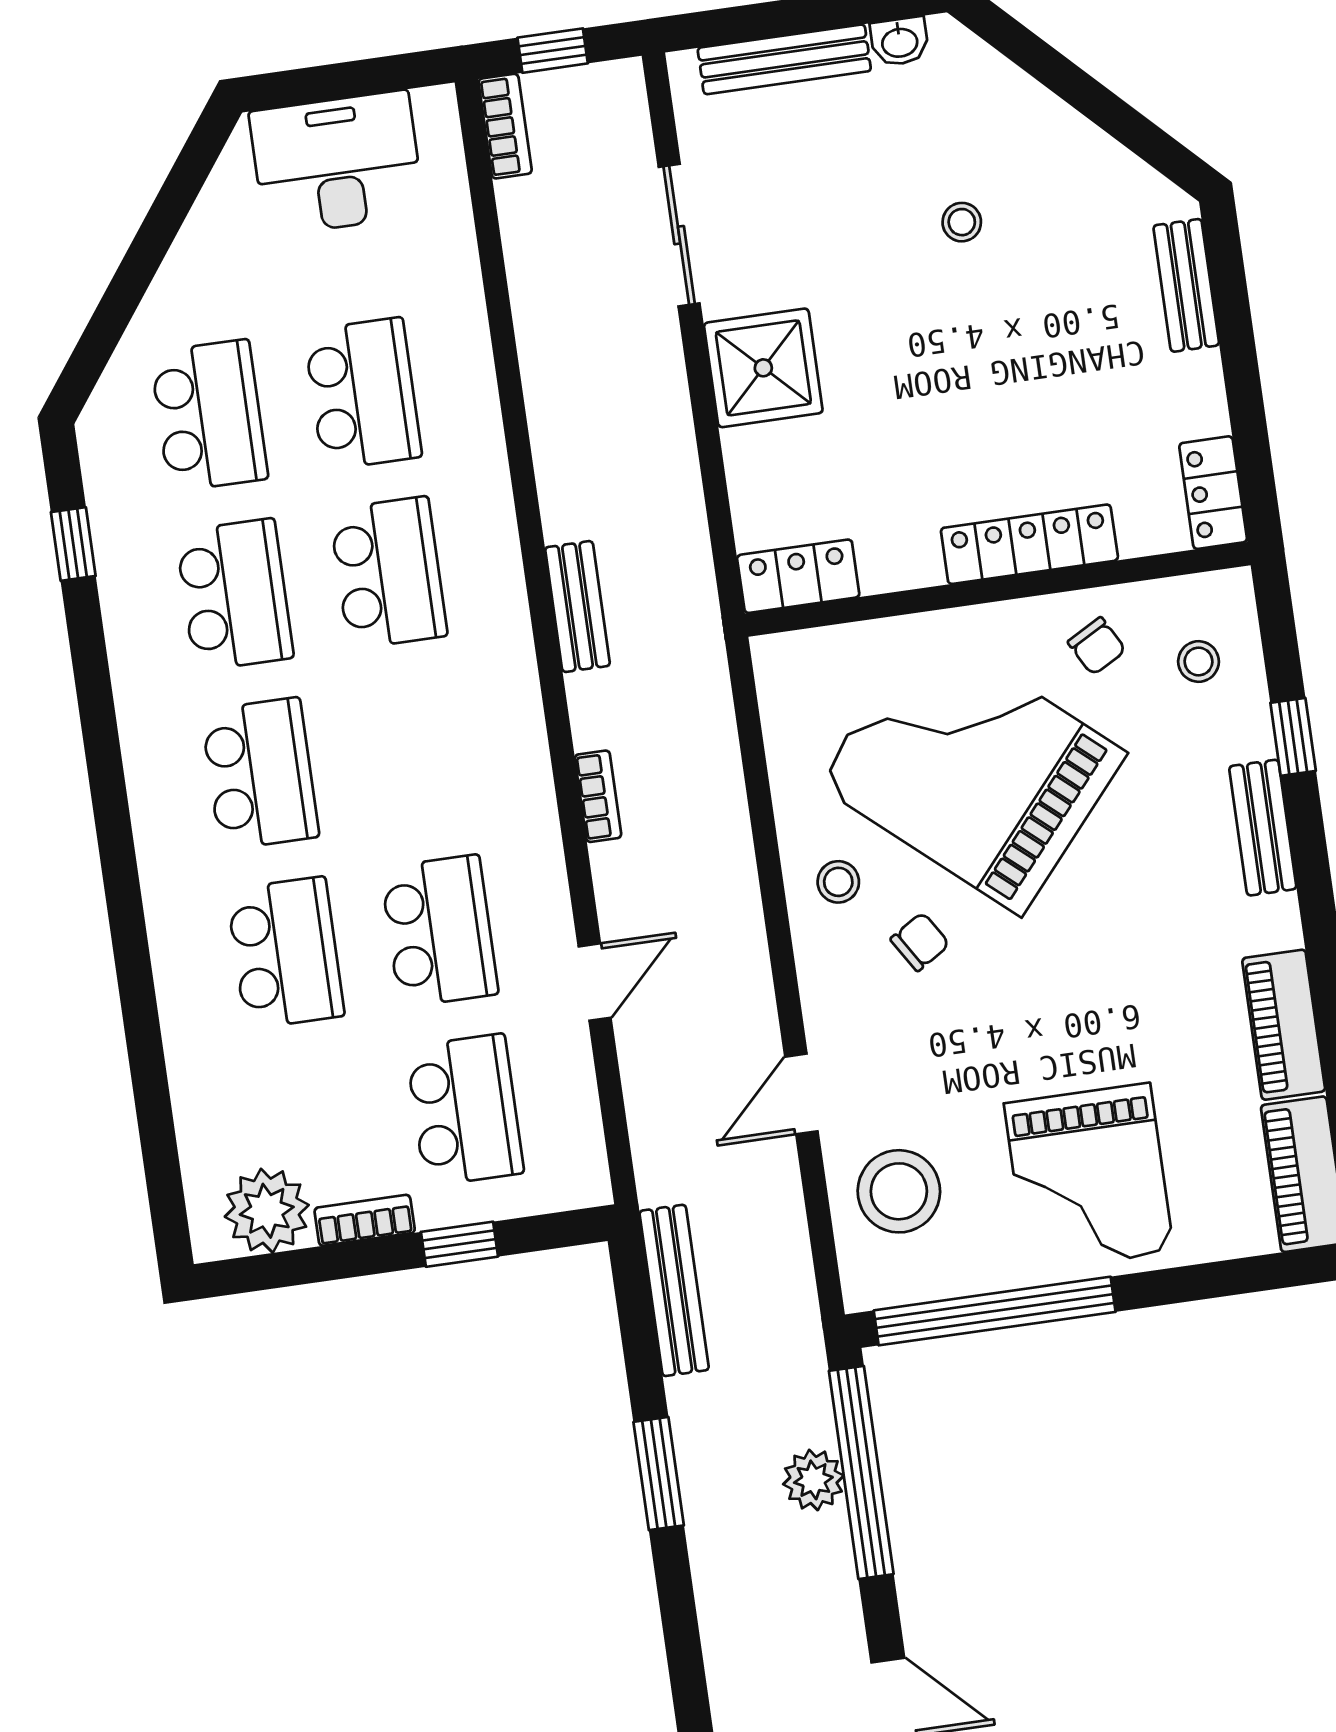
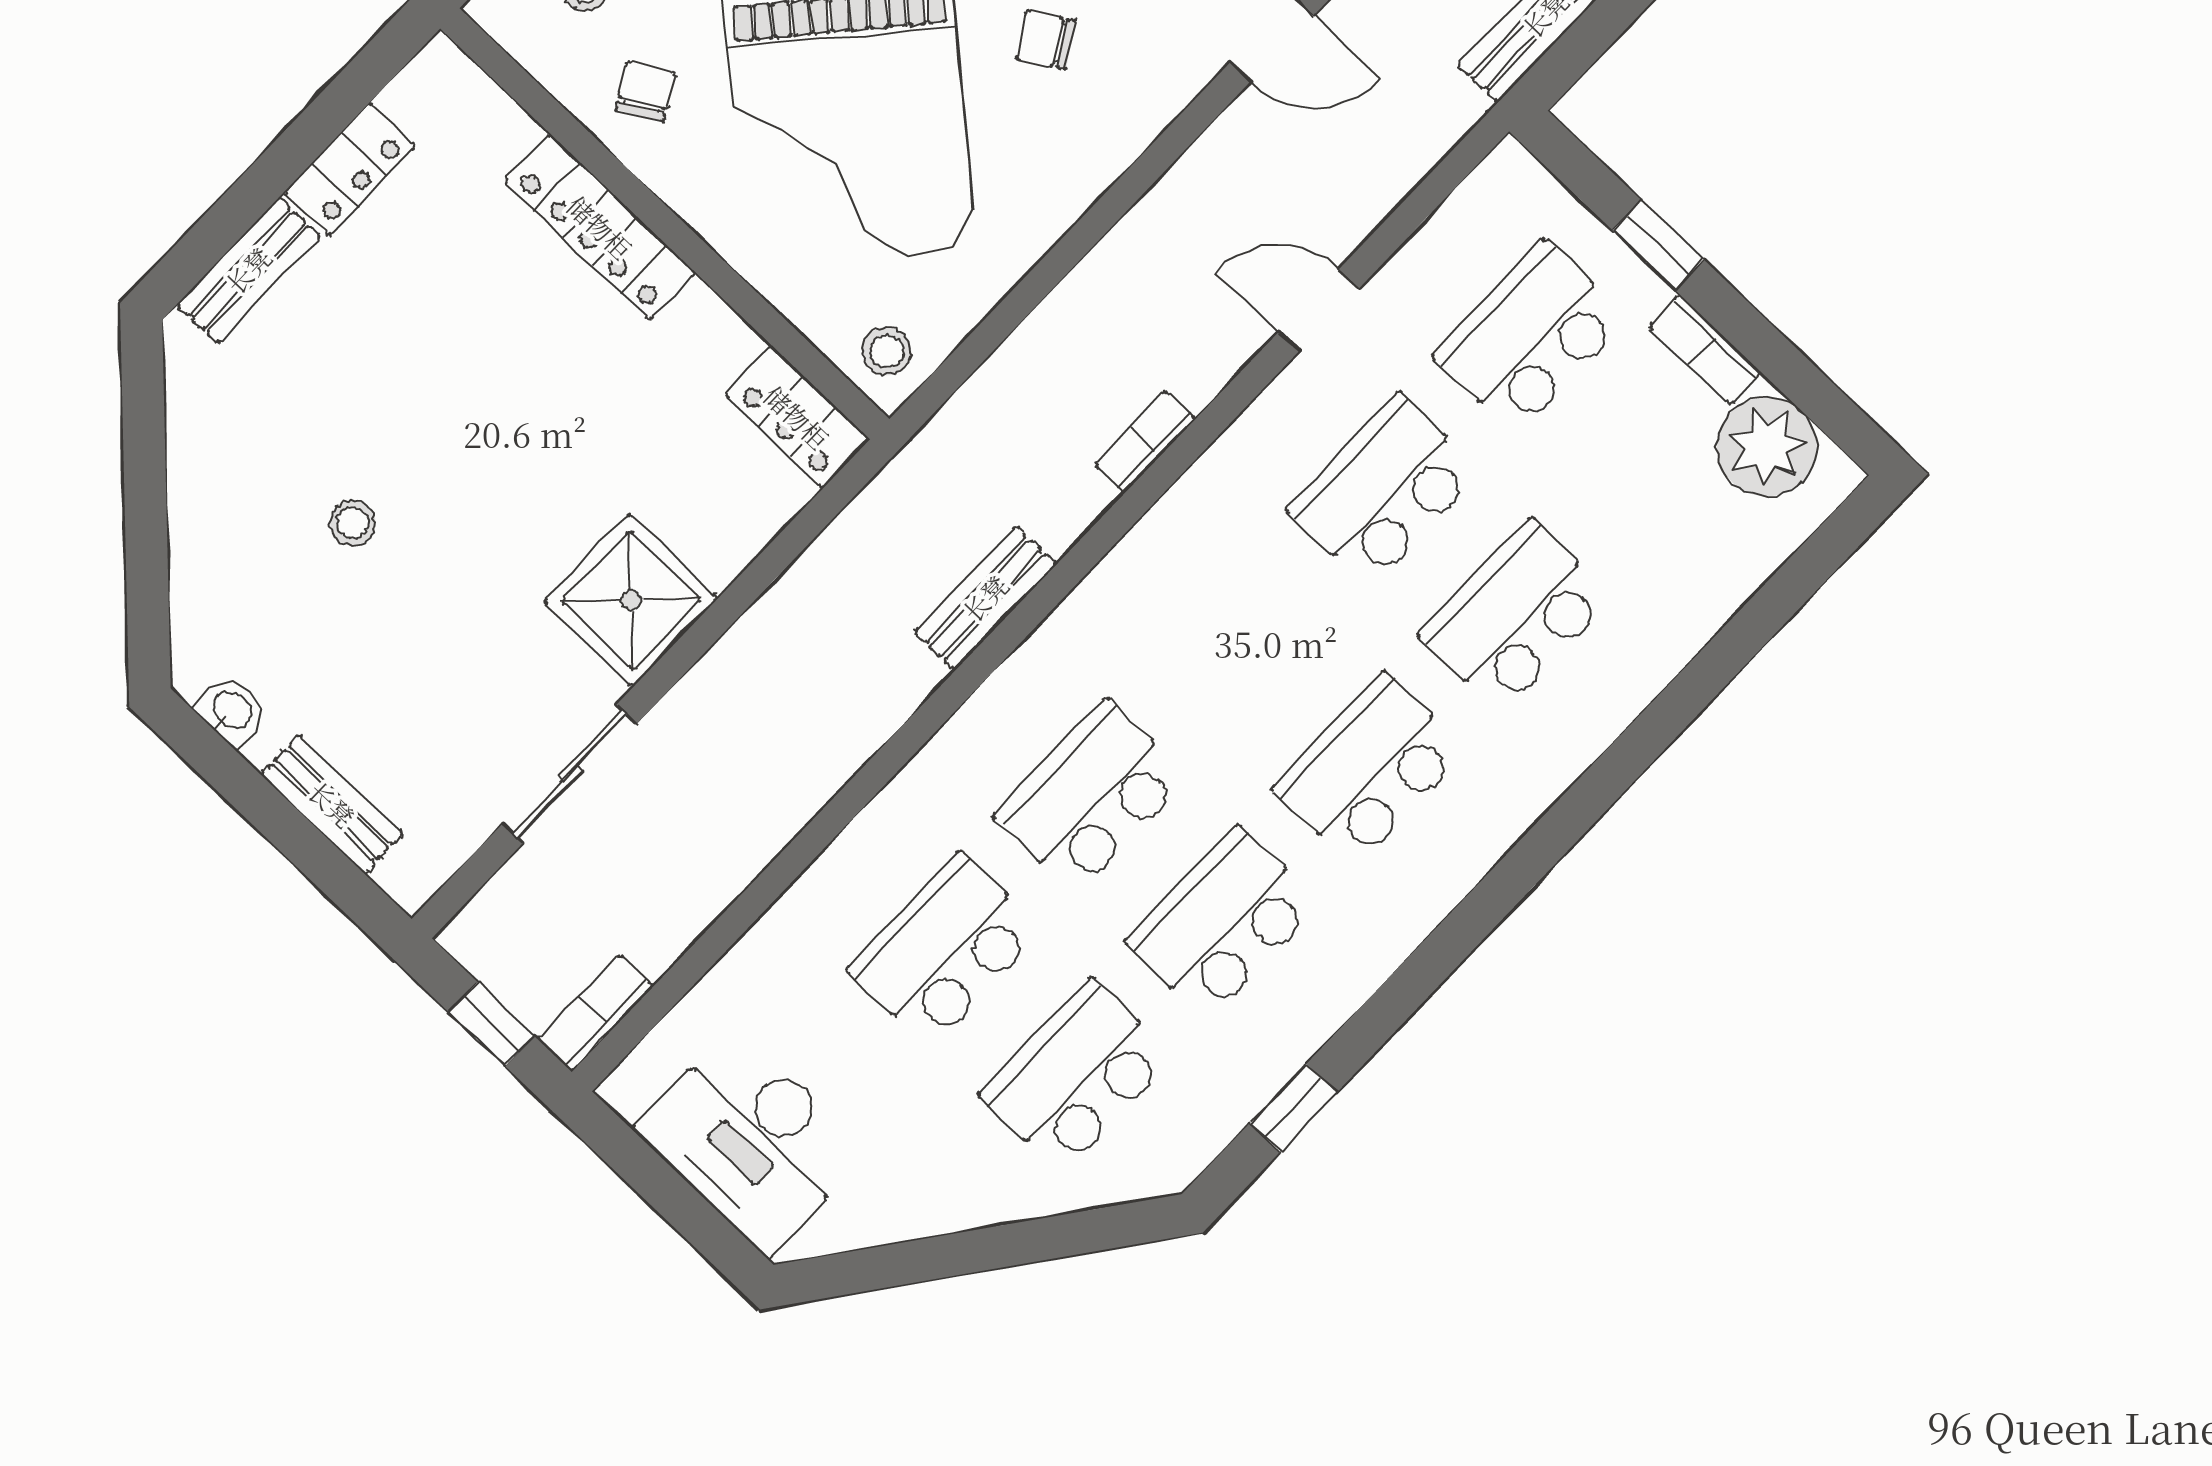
bench: (784, 59) -> (332, 804), width x0.73
locker: (1213, 493) -> (350, 169), moved
stool: (838, 882) -> (887, 351), moved

